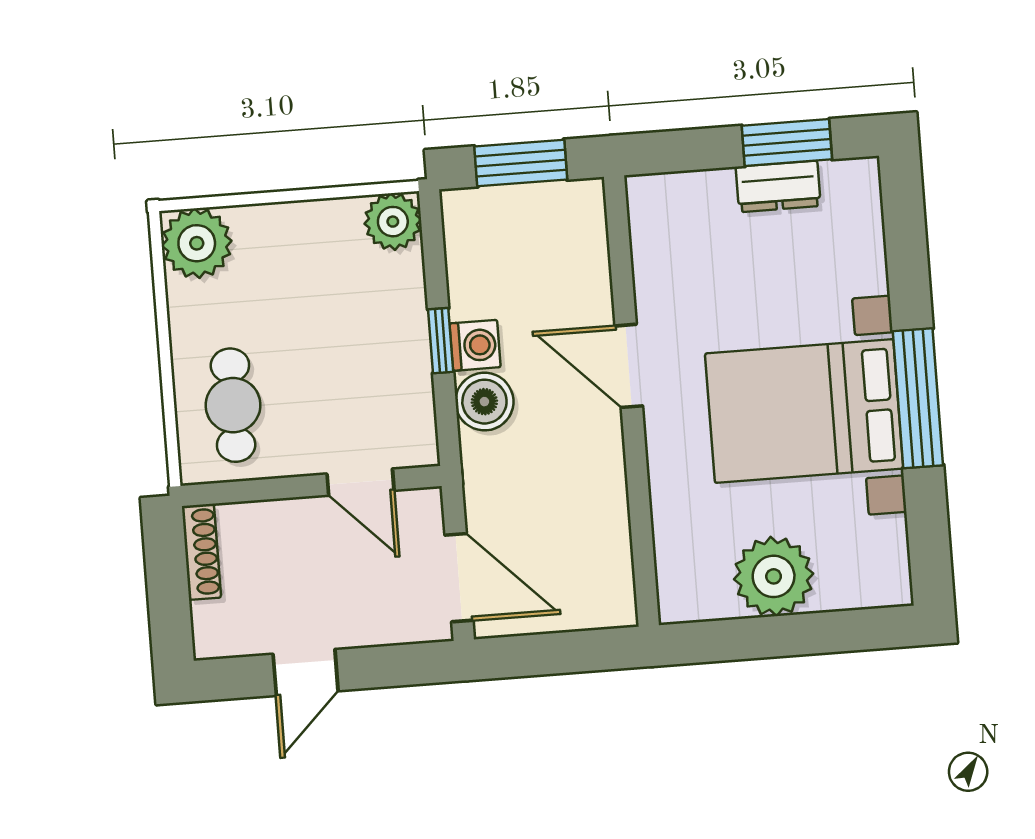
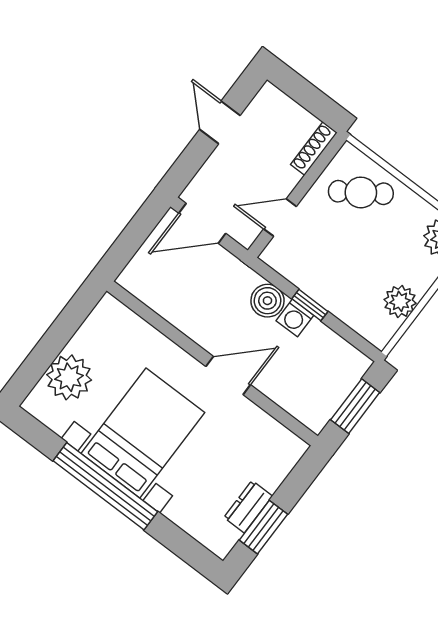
plant: (393, 222) -> (400, 301), moved
window: (918, 398) -> (105, 486), width x1.46
cafe table: (233, 405) -> (361, 192), turned -34
shoe rack: (201, 552) -> (314, 148), moved, turned 90
plant: (774, 576) -> (69, 377), moved

